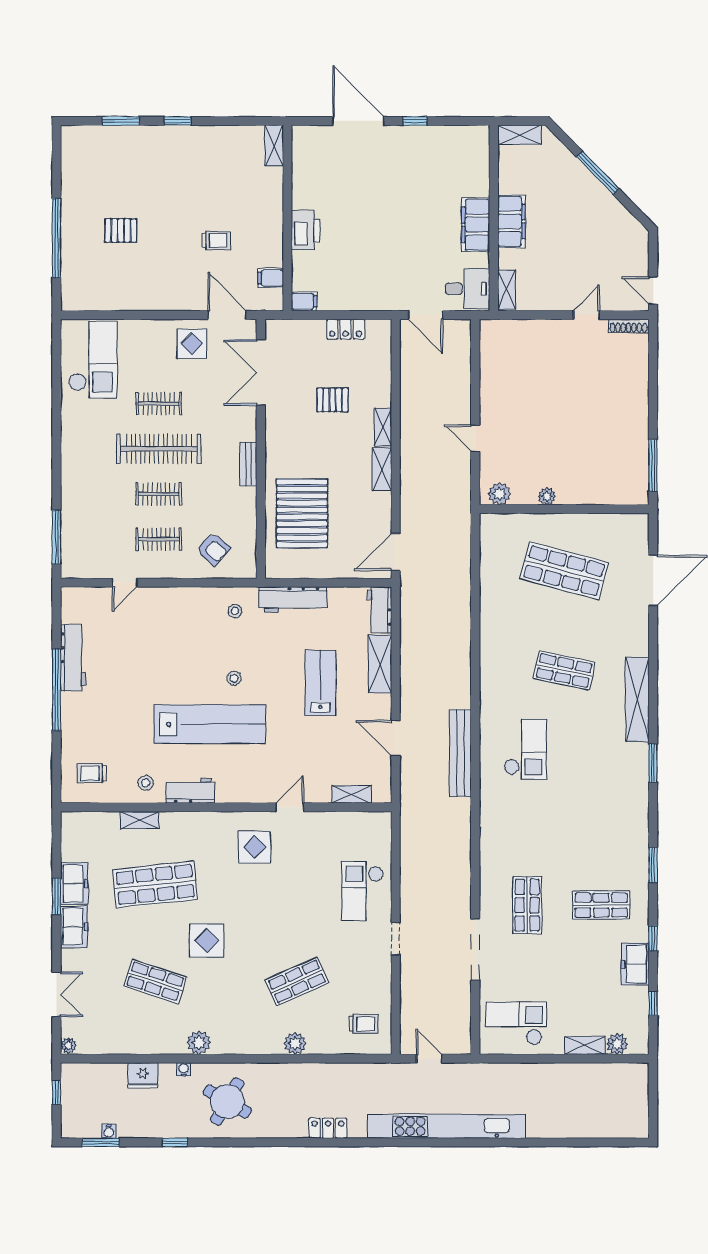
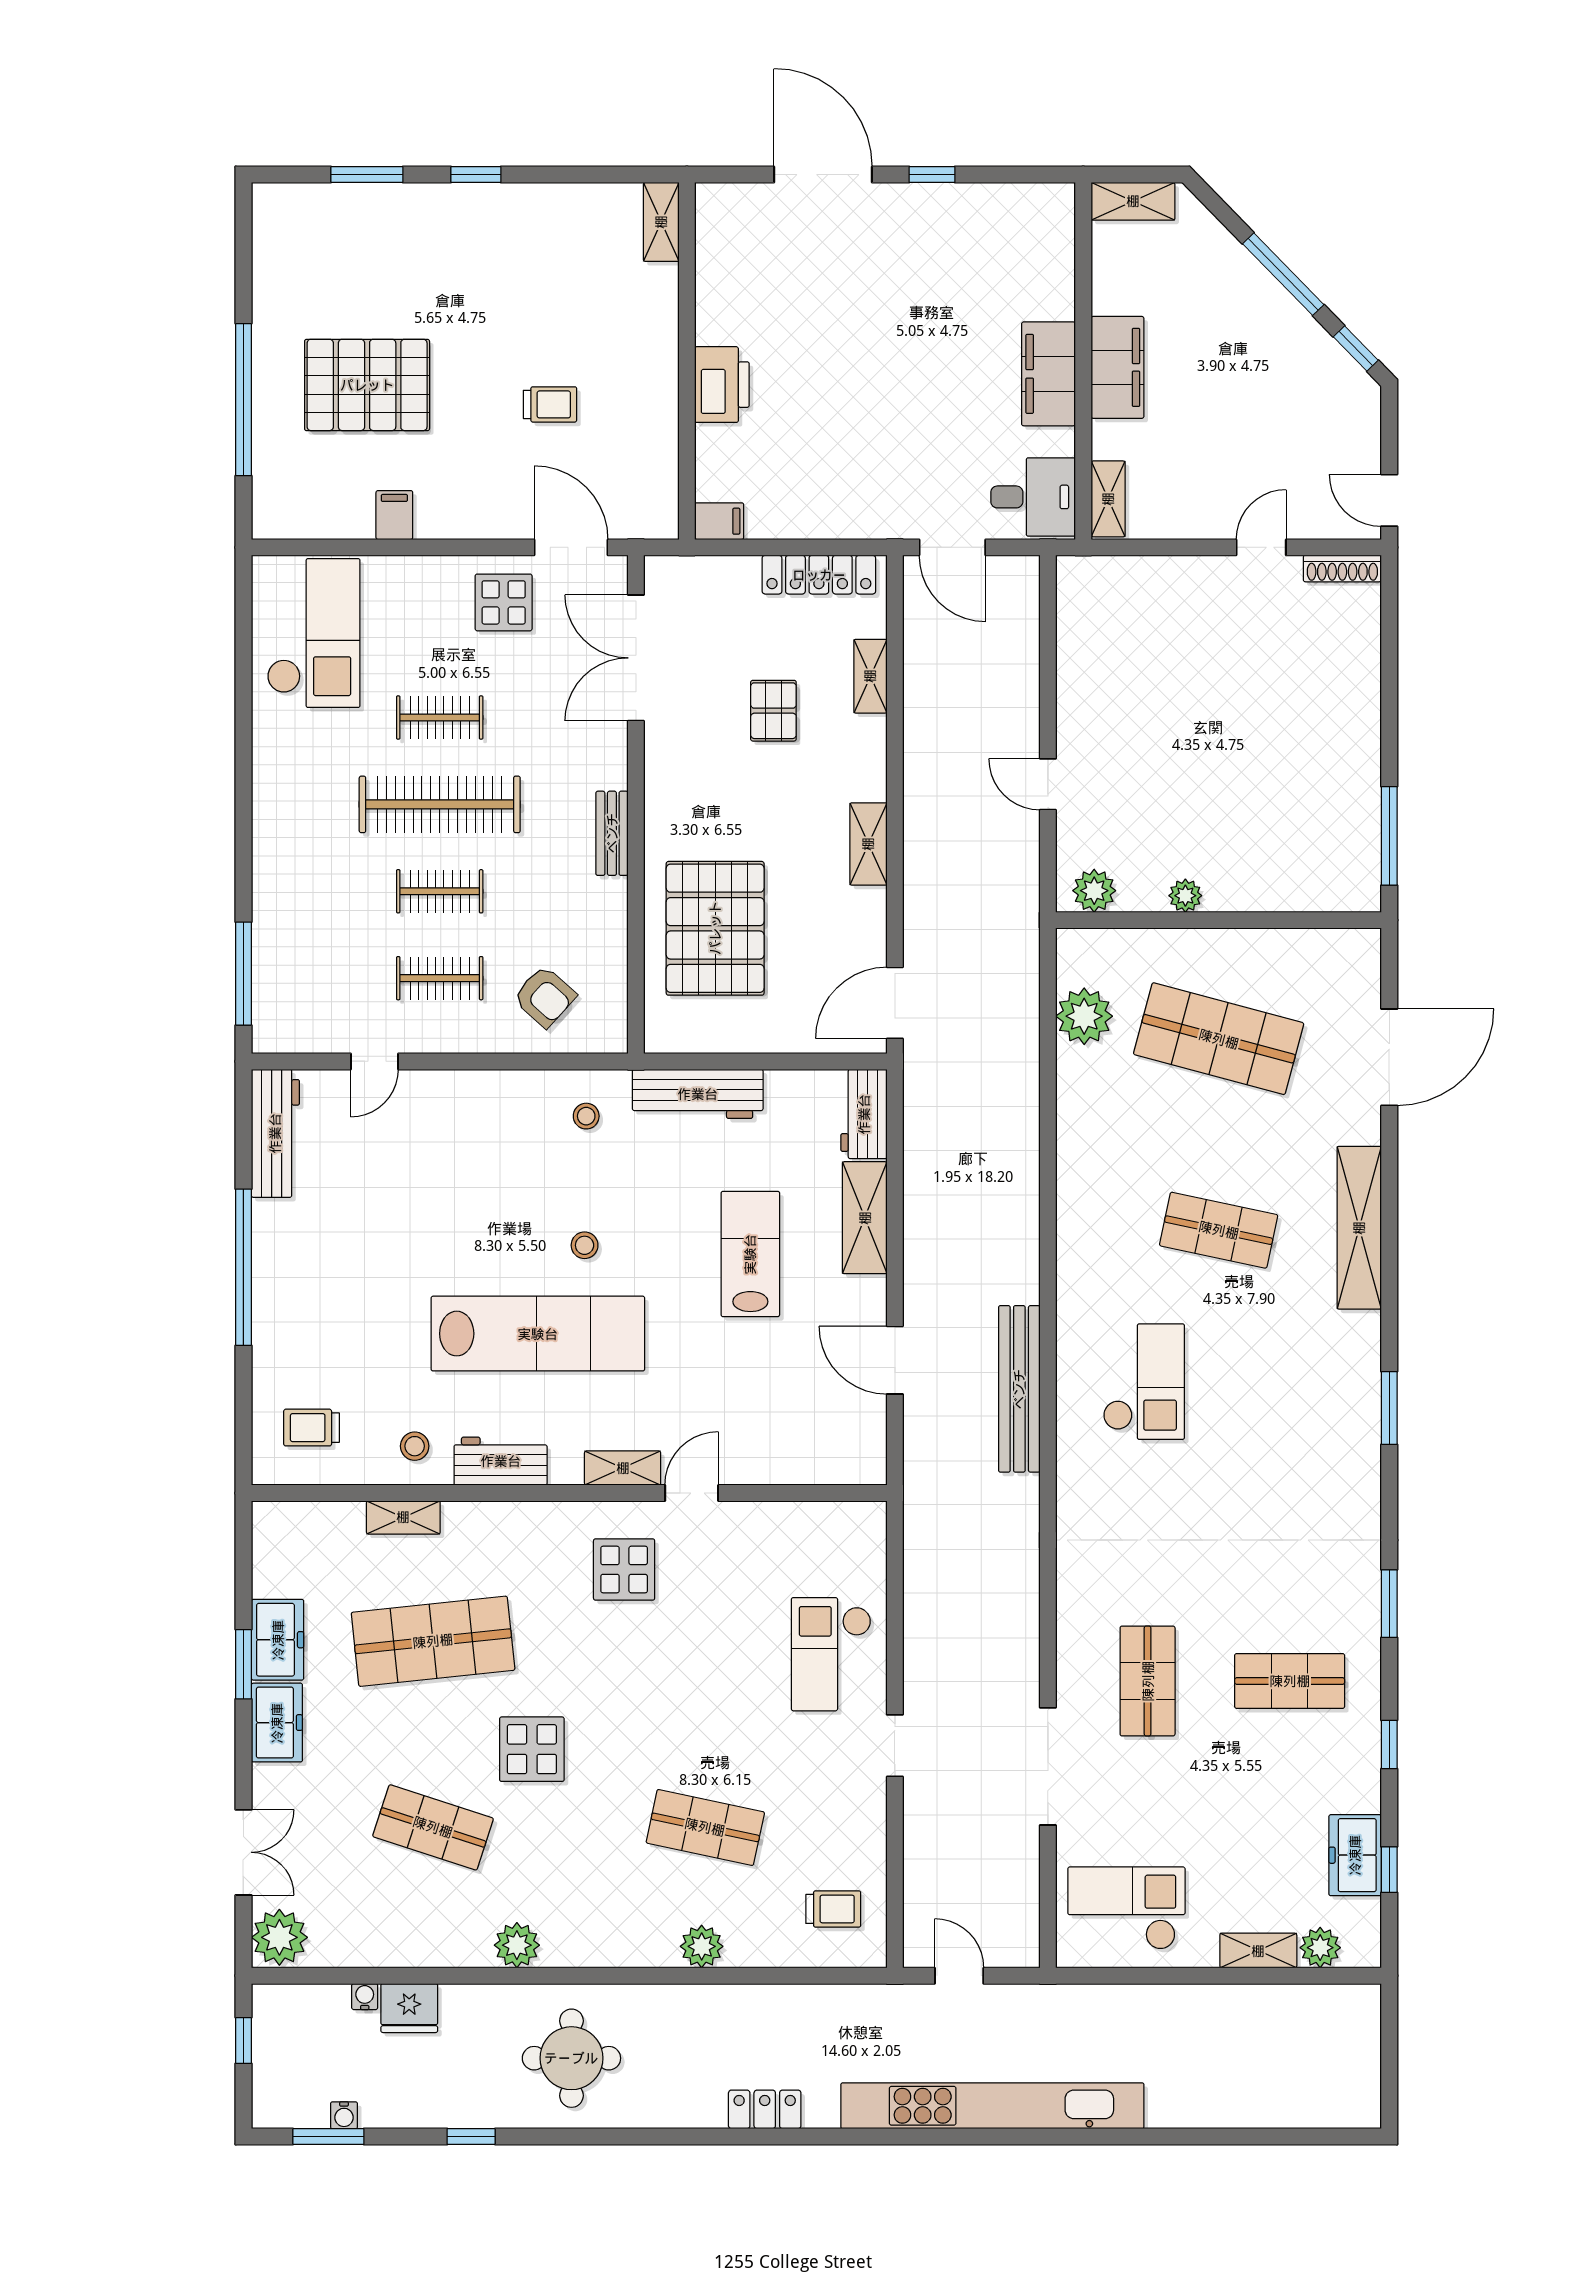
window: (636, 211) -> (1356, 348), added
pallet: (121, 230) -> (367, 385), width x2.05, depth x2.00
filing cabinet: (271, 278) -> (394, 515), moved, turned 90
locker: (346, 329) -> (819, 575), width x1.53
pallet: (332, 400) -> (773, 711), turned 90
shelving: (383, 427) -> (870, 676), moved
plant: (494, 559) -> (1084, 1016), added
workbench: (73, 658) -> (275, 1133), moved
shelving: (637, 700) -> (1359, 1228), moved
shelving: (351, 794) -> (623, 1468), moved
freezer: (635, 964) -> (1355, 1855), moved
shop shelf: (297, 981) -> (705, 1827), turned 36
plant: (68, 1045) -> (279, 1937), width x1.88, depth x1.88
water cooler: (184, 1069) -> (365, 1997), moved
round table: (227, 1102) -> (571, 2058), turned -30

